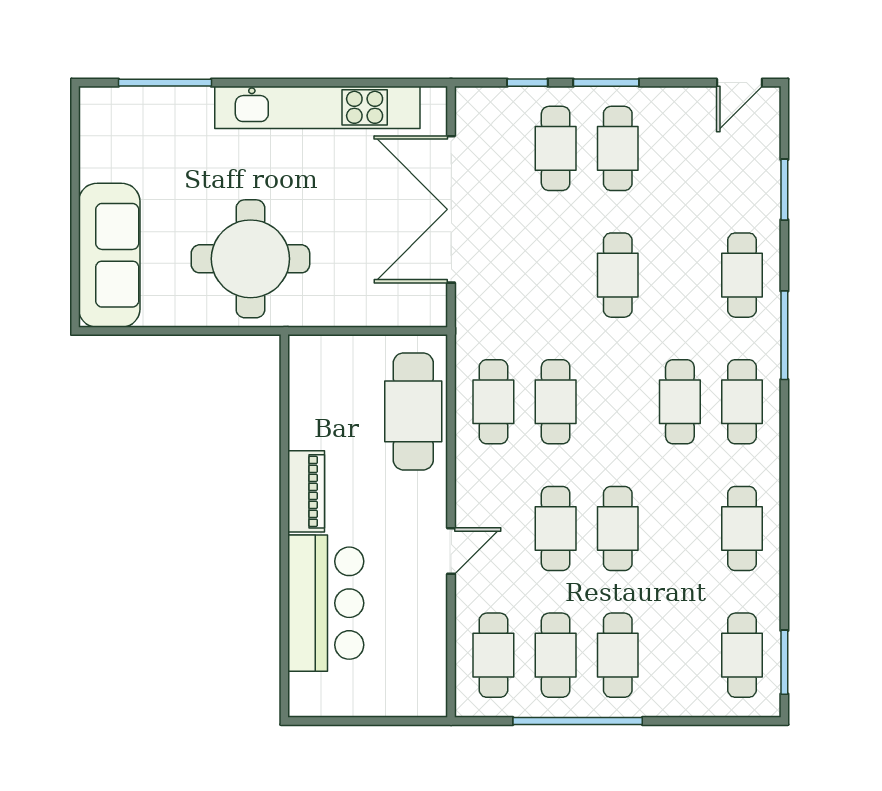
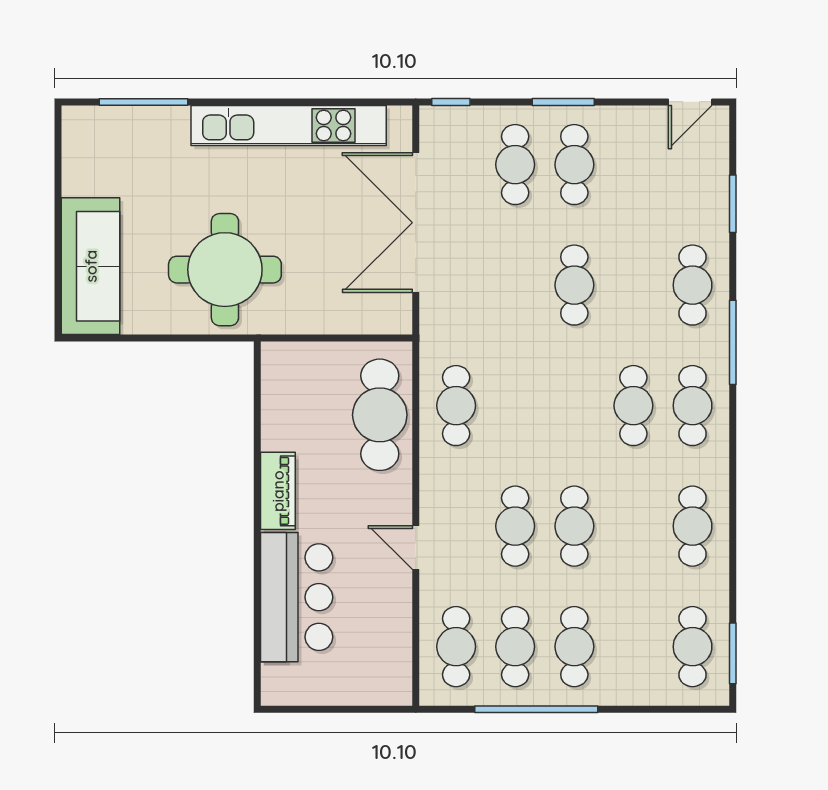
window: (527, 83) -> (451, 102), moved
cafe table: (556, 402) -> (515, 406), removed
door: (451, 551) -> (416, 548), swing flipped

